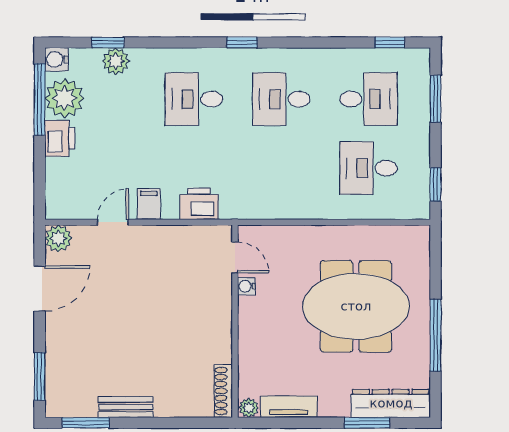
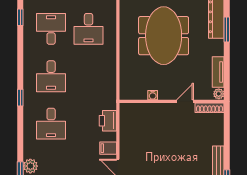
door: (235, 257) -> (185, 101), moved

